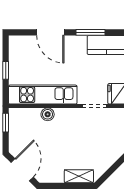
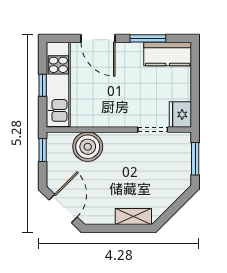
kitchen unit: (43, 95) -> (58, 84), moved, turned 90
boiler: (48, 114) -> (88, 147), width x1.86, depth x1.86

